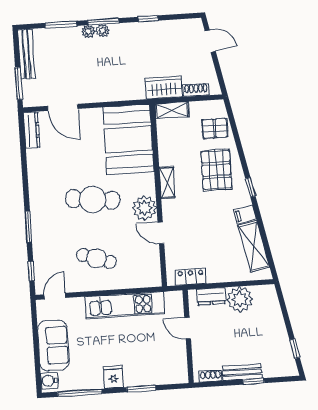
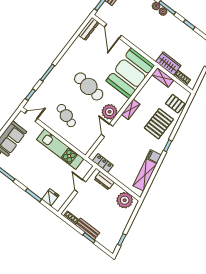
plant: (240, 299) -> (125, 200), moved
fridge: (113, 377) -> (50, 197), moved

